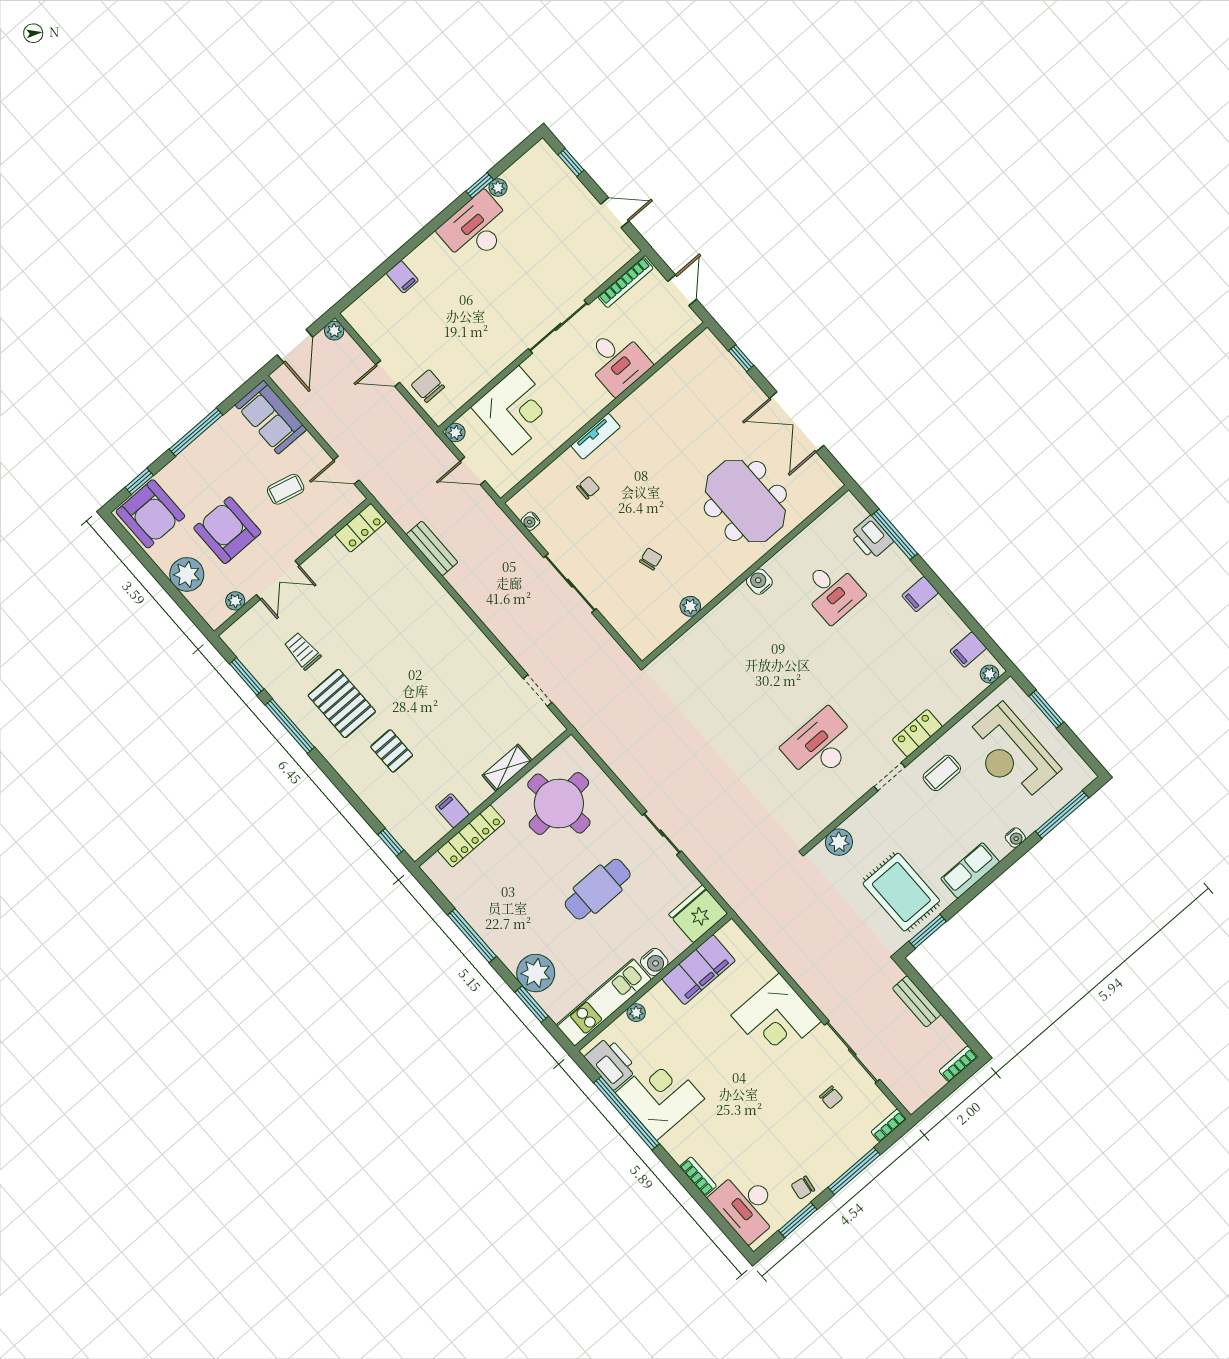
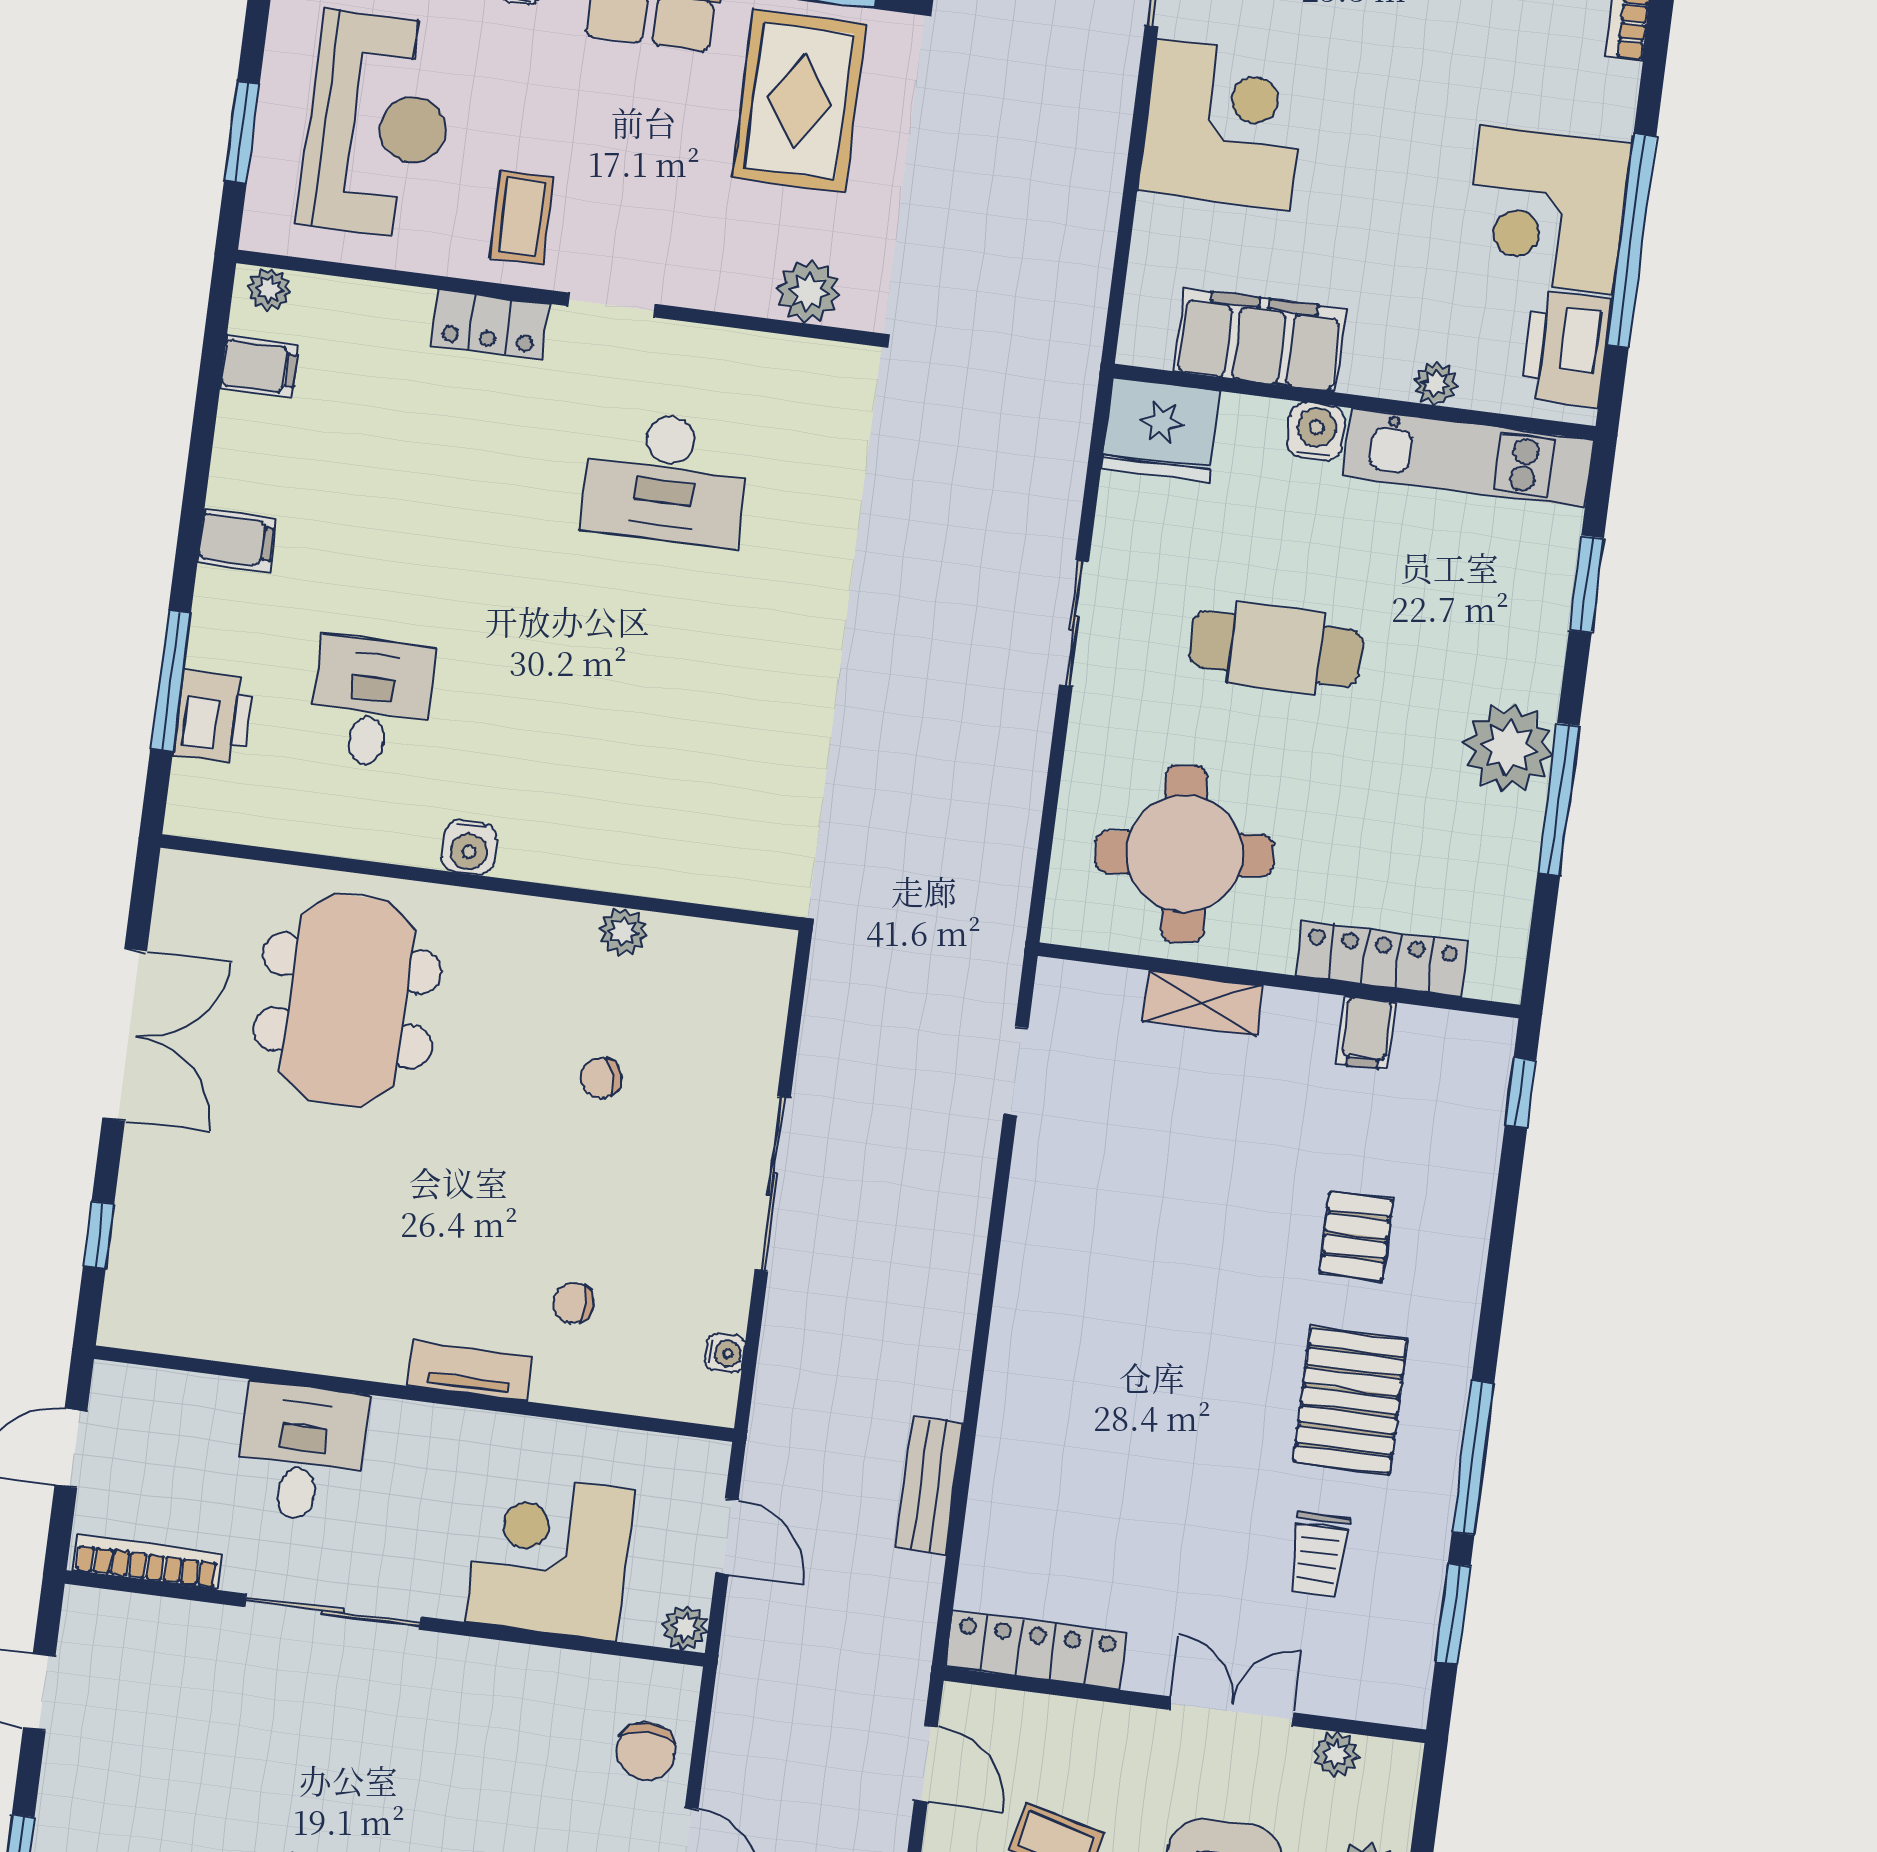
locker: (361, 528) -> (1036, 1650), width x1.53
coffee table: (942, 773) -> (522, 218), turned 90
plant: (536, 973) -> (1508, 748), moved

